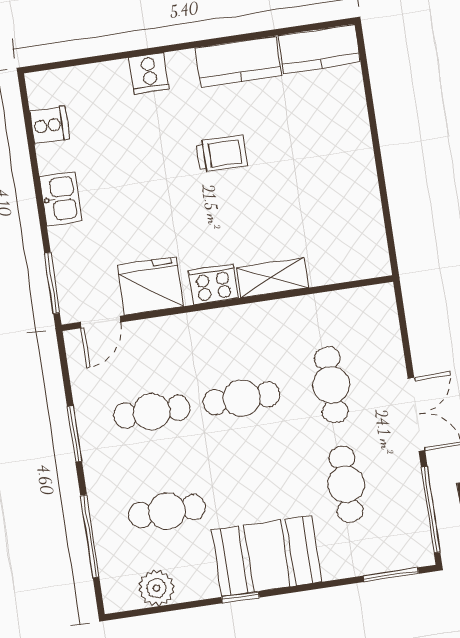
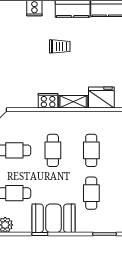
fridge: (150, 286) -> (101, 98), moved
cafe table: (242, 398) -> (53, 150), turned 90

